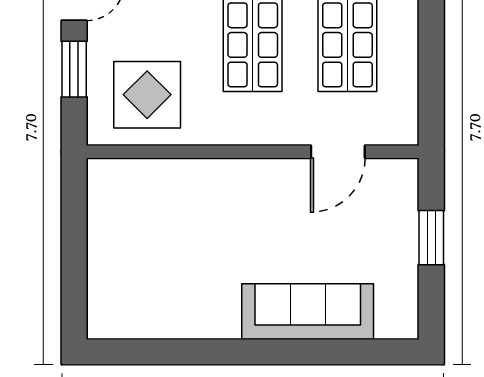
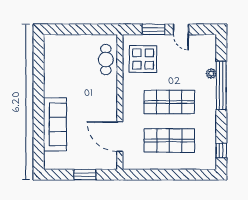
door: (338, 152) -> (120, 137), width x1.36
cafe table: (148, 186) -> (106, 60), added

